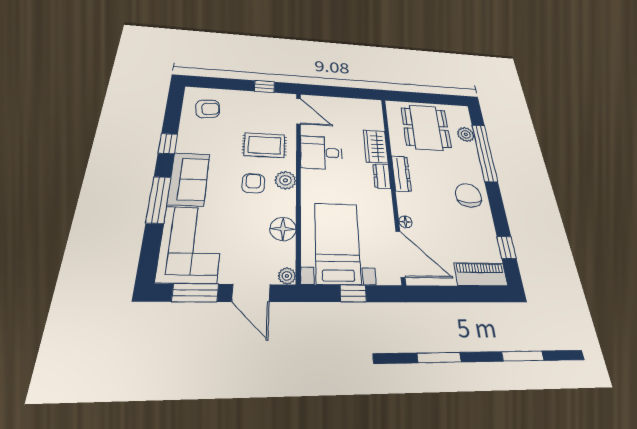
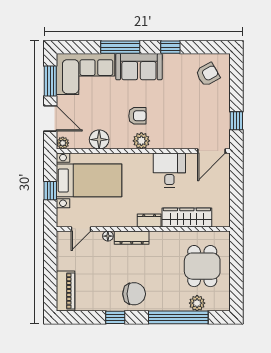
armchair: (208, 109) -> (208, 74), turned -113
dining table: (426, 127) -> (202, 266), width x0.73
rug: (265, 145) -> (174, 123), removed
wardrobe: (376, 146) -> (187, 217), width x1.50
dresser: (401, 174) -> (132, 238), moved
window: (506, 248) -> (115, 317), moved
door: (400, 254) -> (81, 229), width x0.53
door: (251, 293) -> (50, 118), swing flipped

